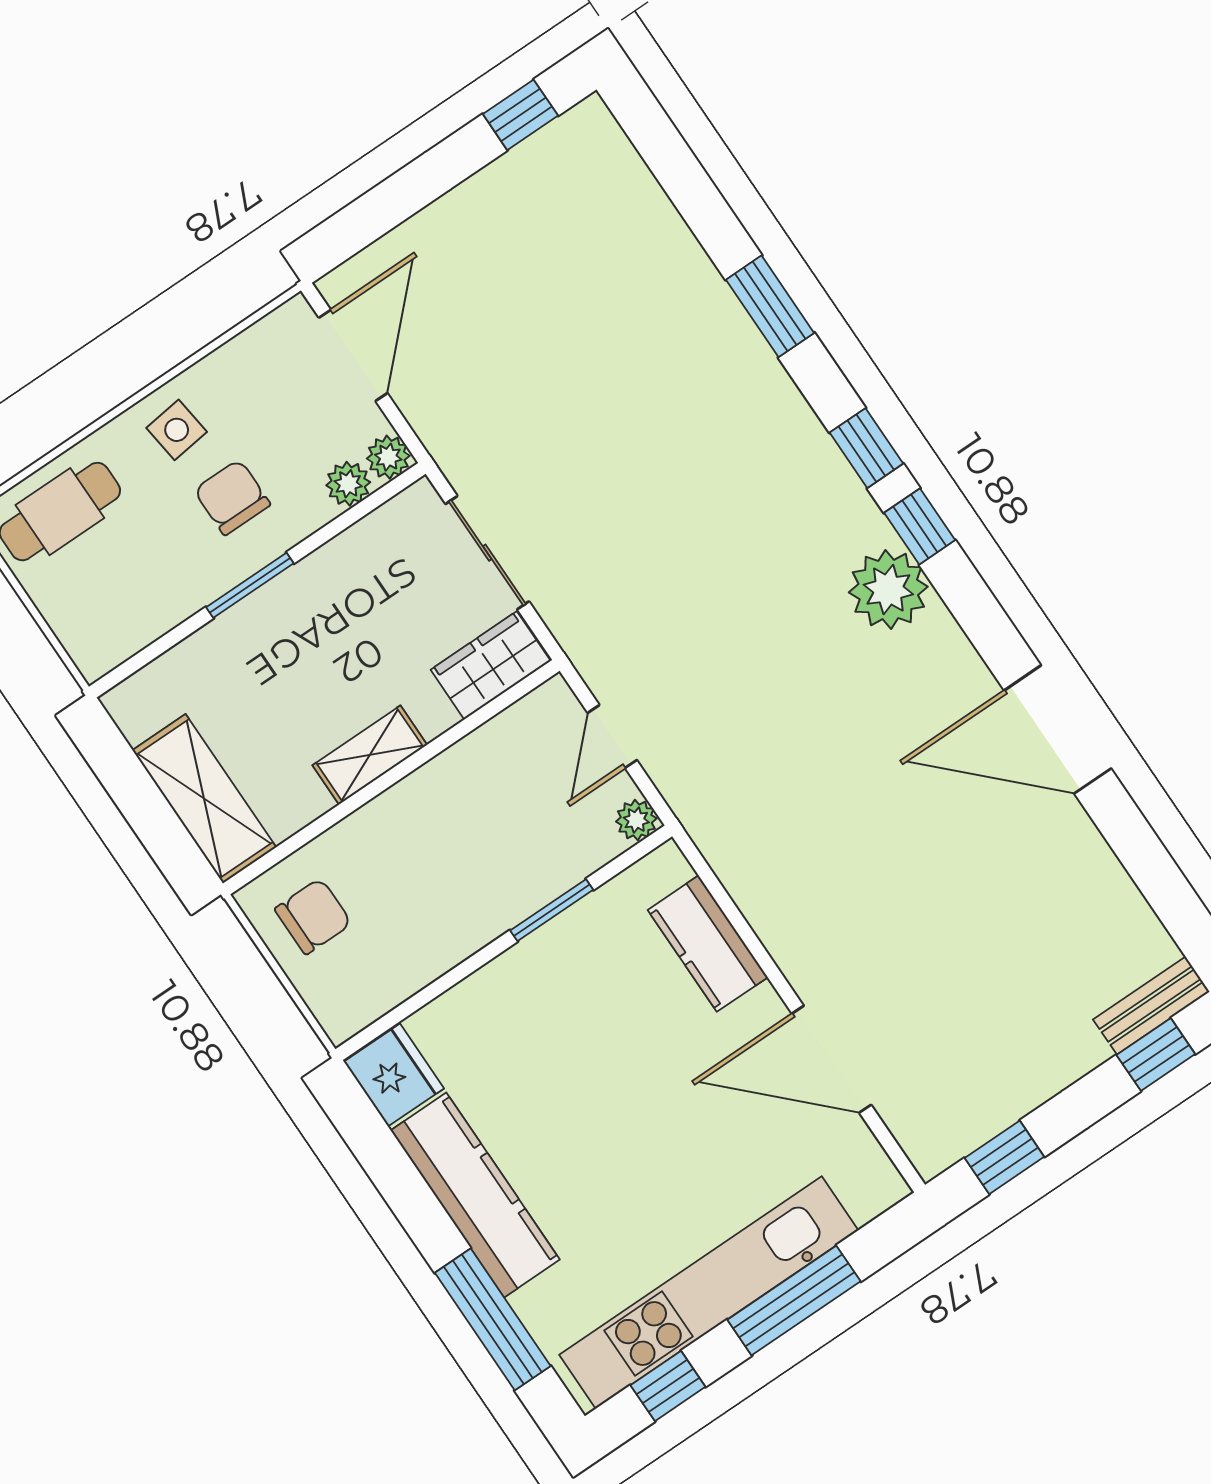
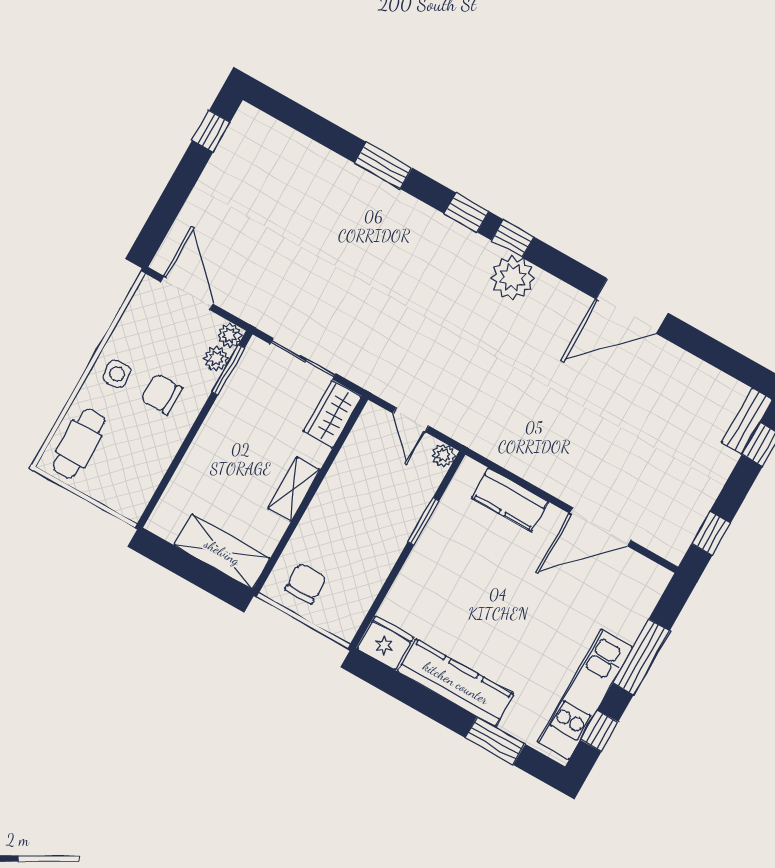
window: (250, 585) -> (228, 370), moved
kitchen unit: (709, 1292) -> (585, 694), width x0.73
window: (493, 1319) -> (495, 741), width x0.69

